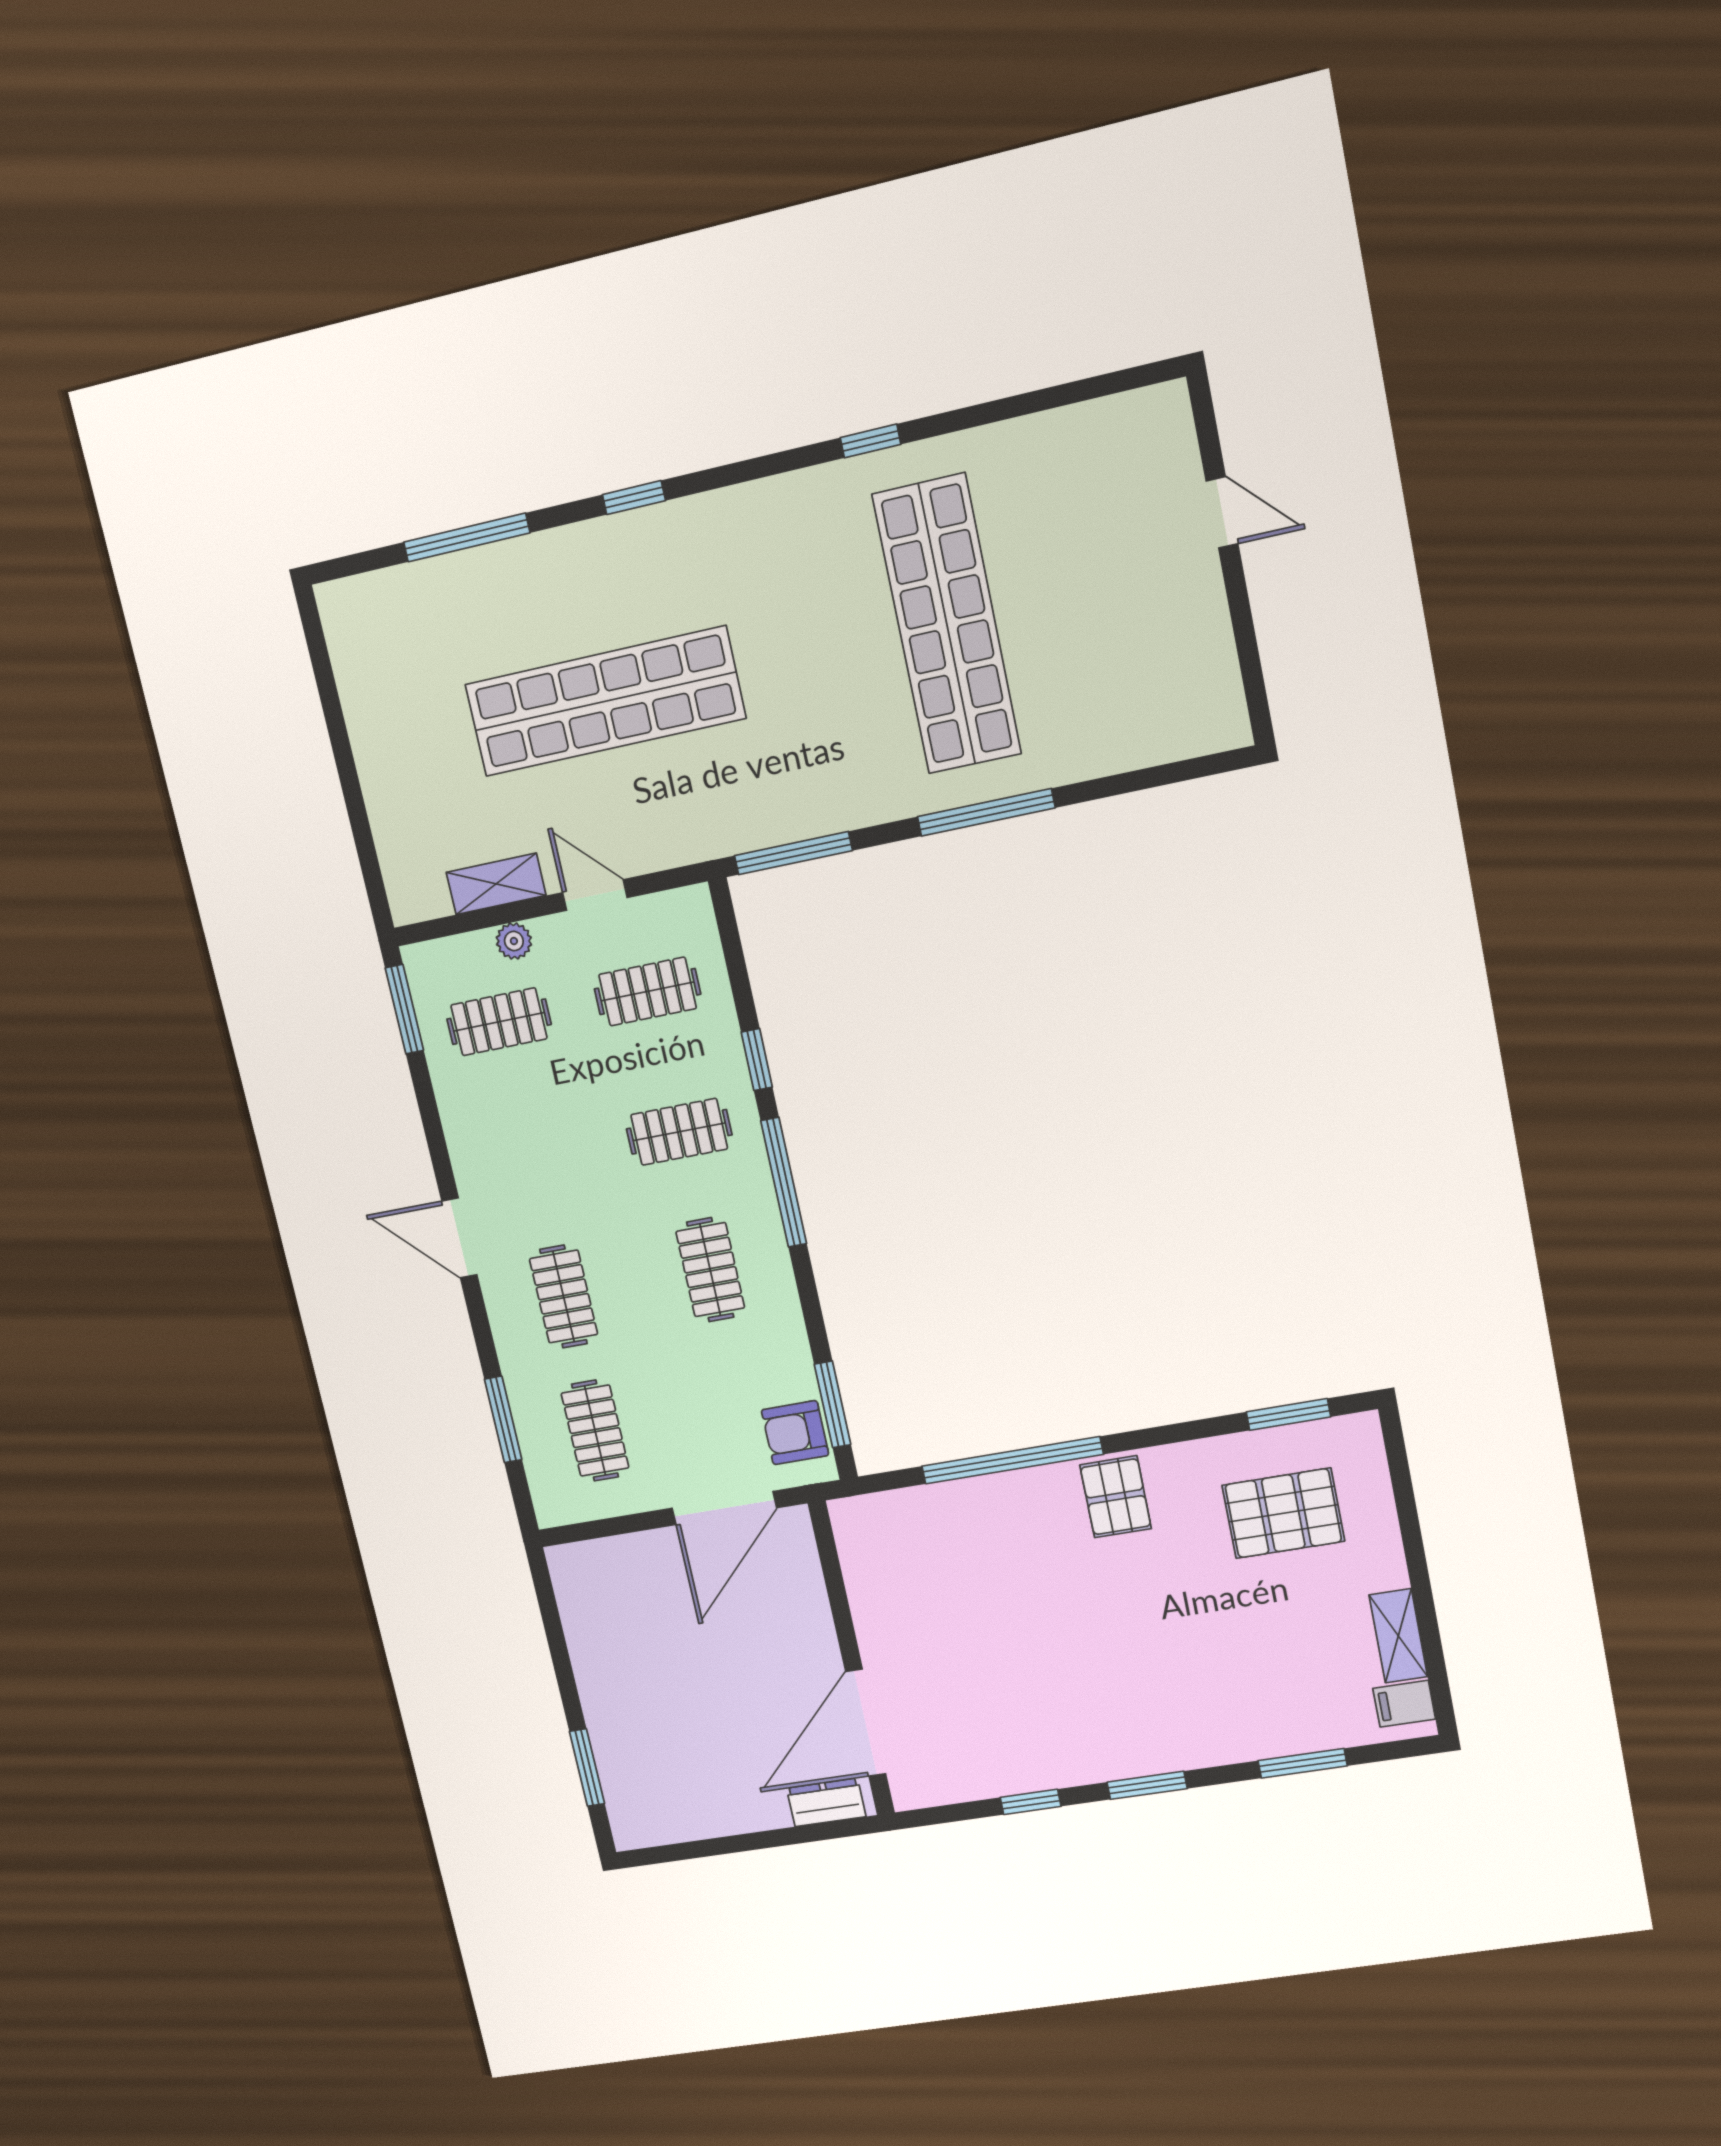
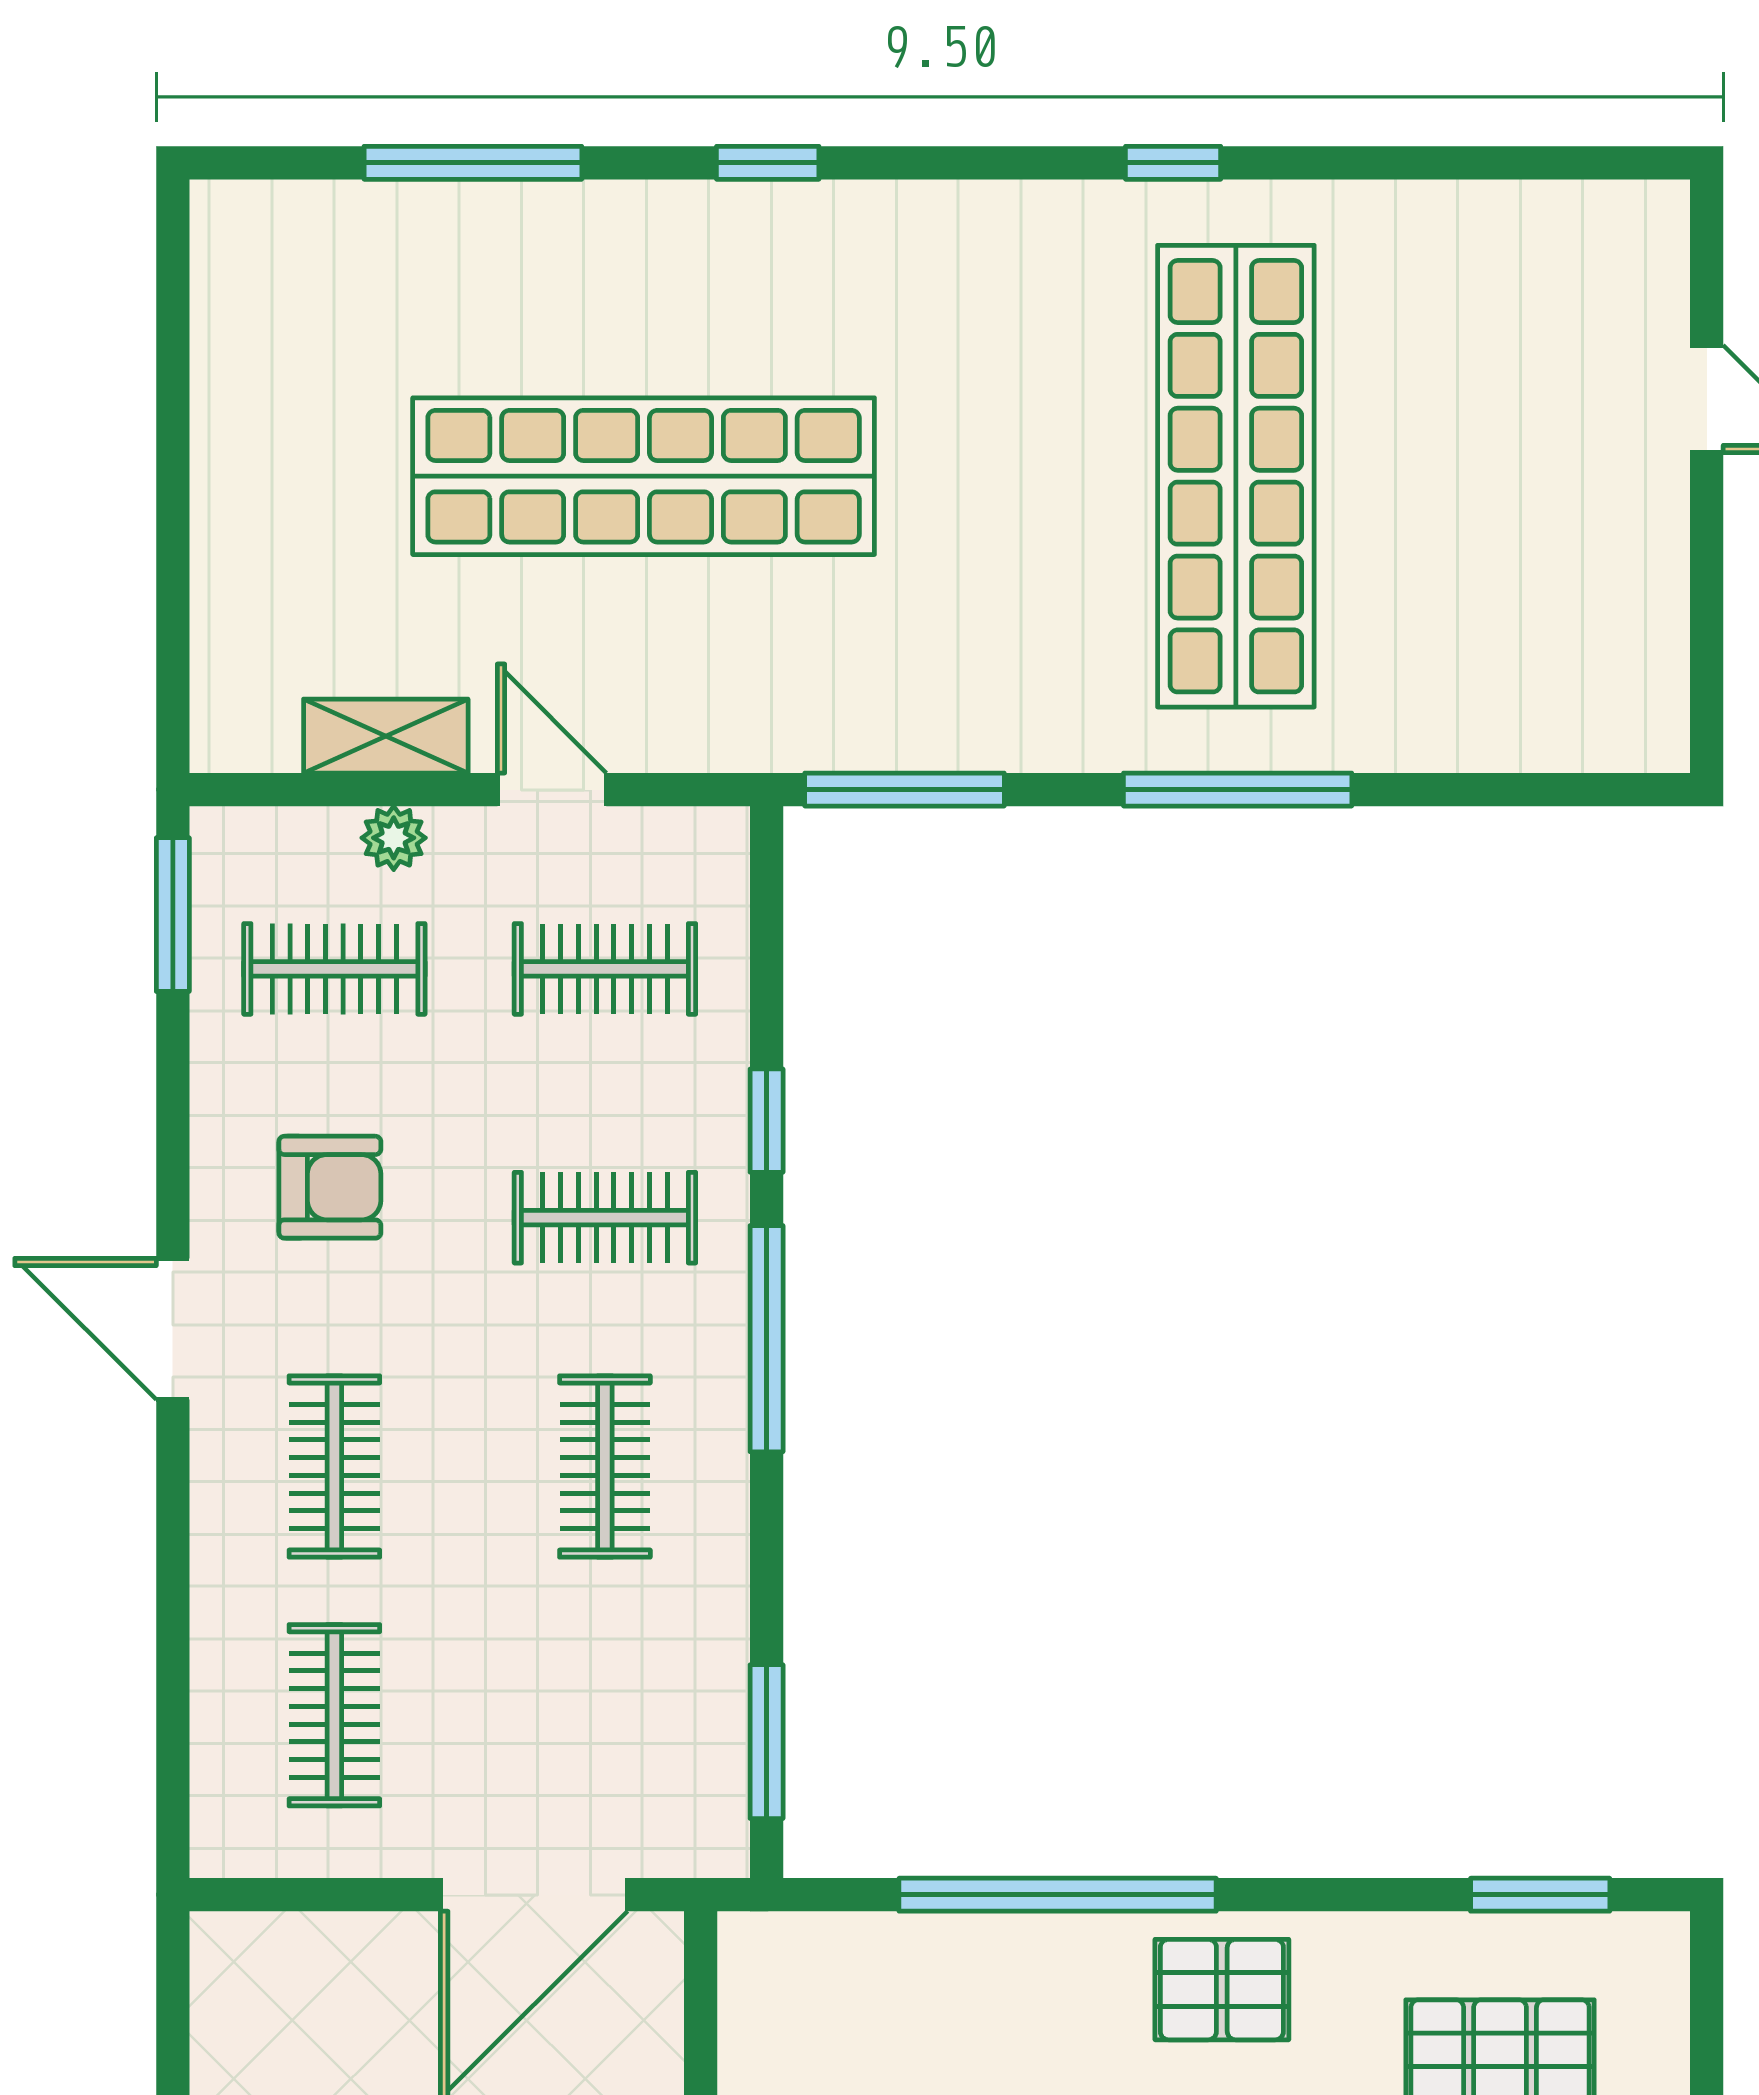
window: (503, 1419) -> (173, 1666), removed
armchair: (795, 1433) -> (330, 1187), moved, turned 180
pallet: (1116, 1497) -> (1222, 1990), turned 90

